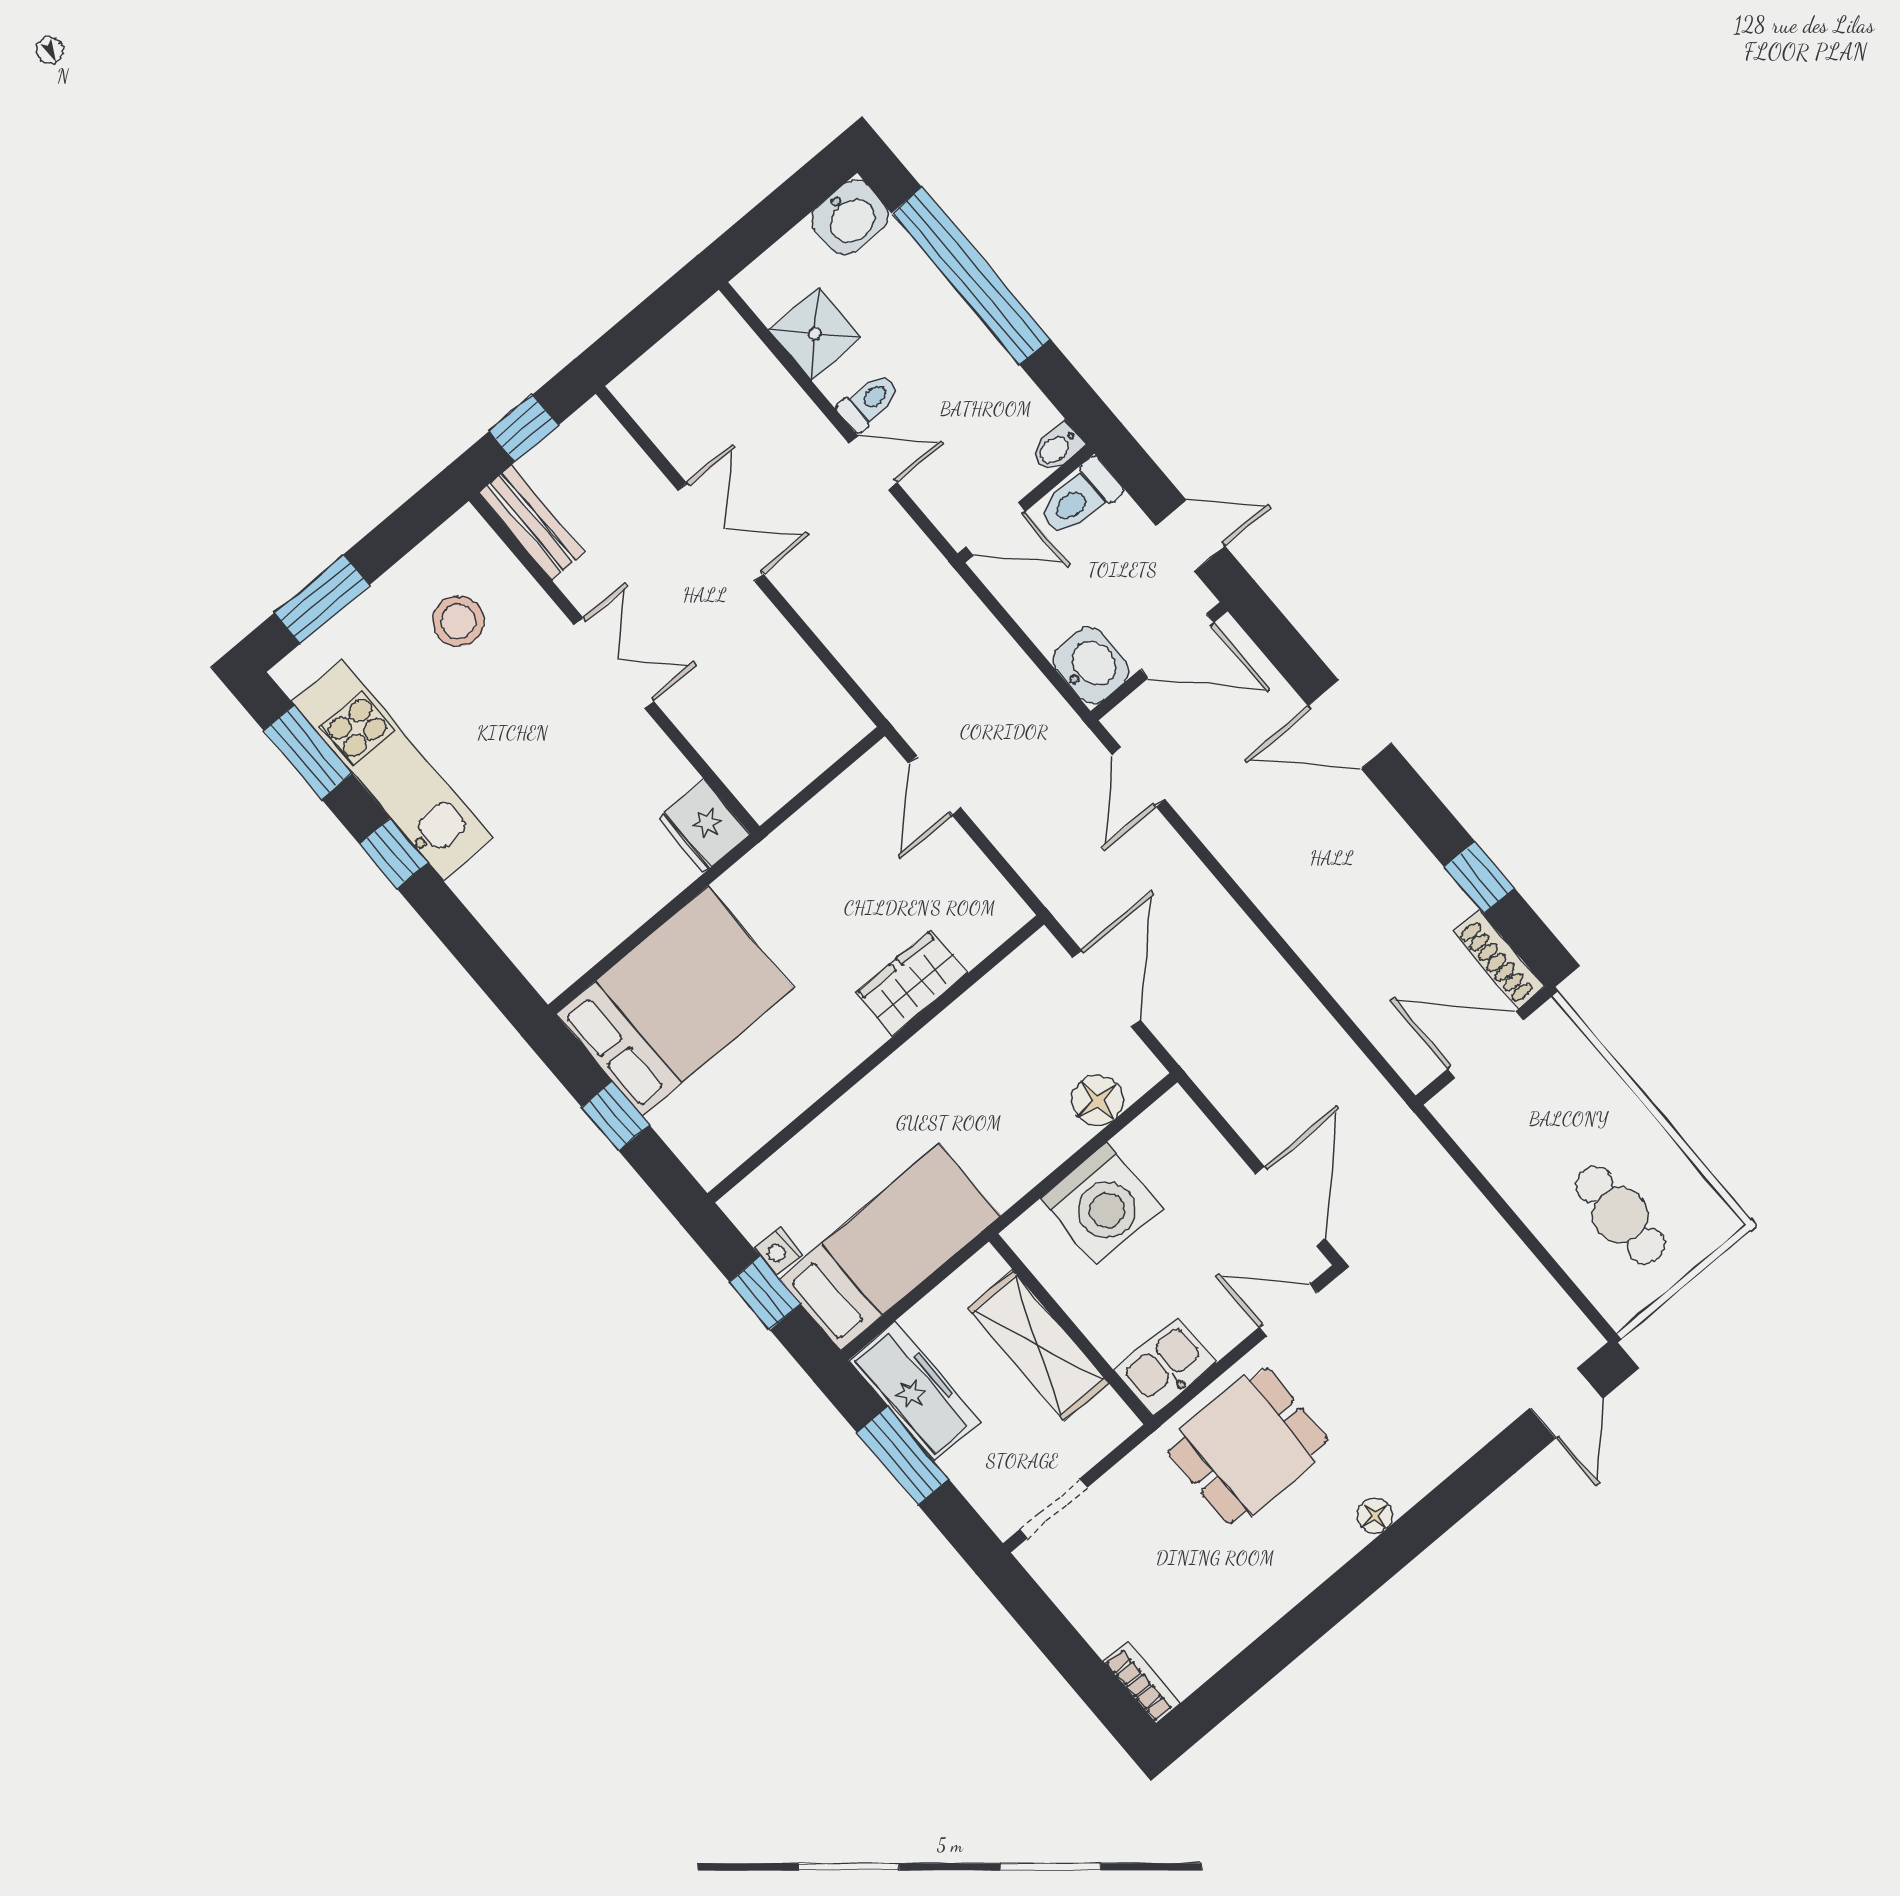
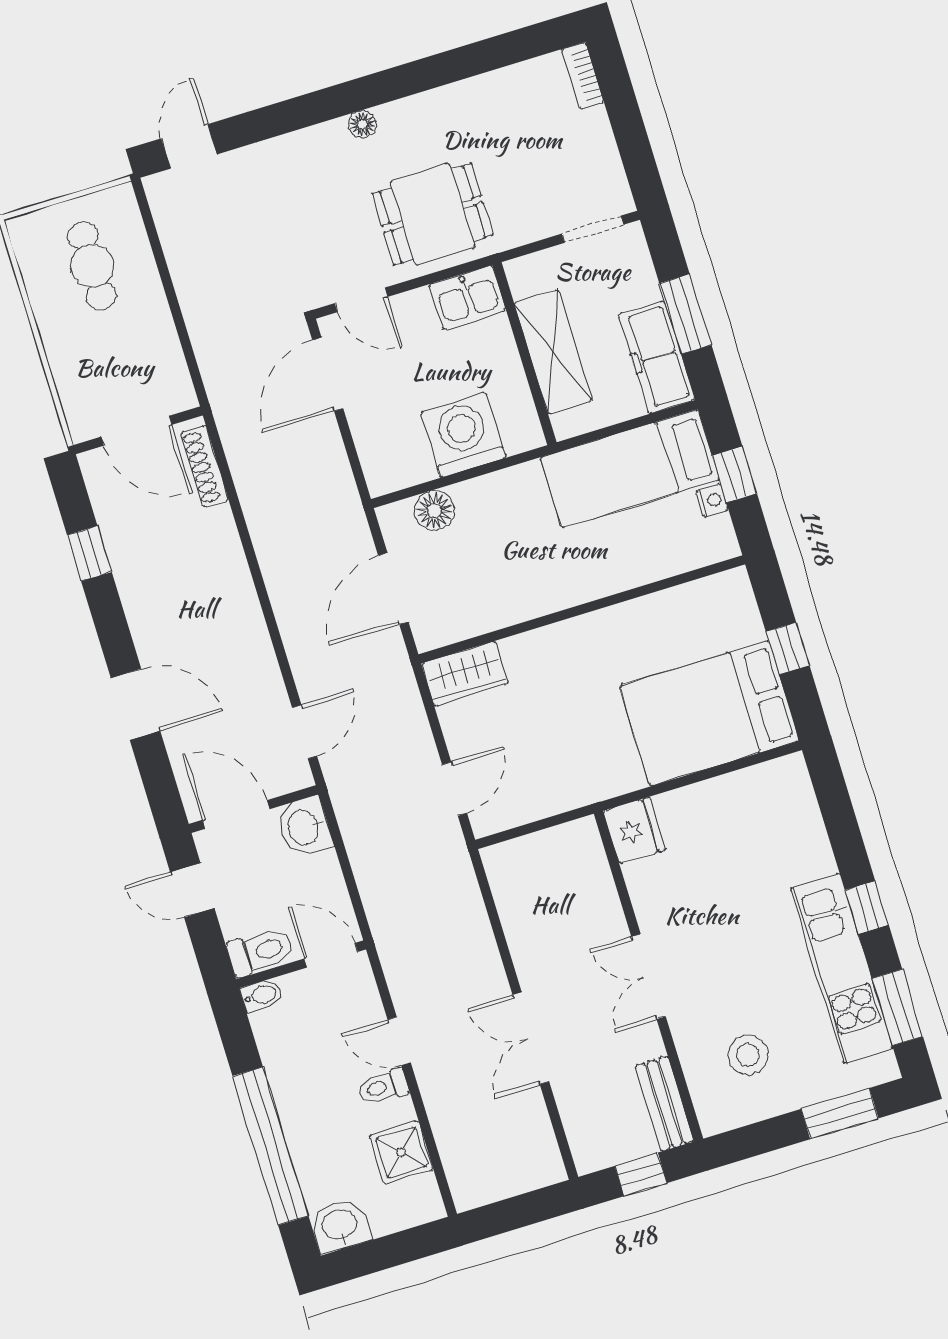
shoe rack: (1500, 959) -> (205, 466), moved, turned 180
wardrobe: (912, 983) -> (465, 674), moved

